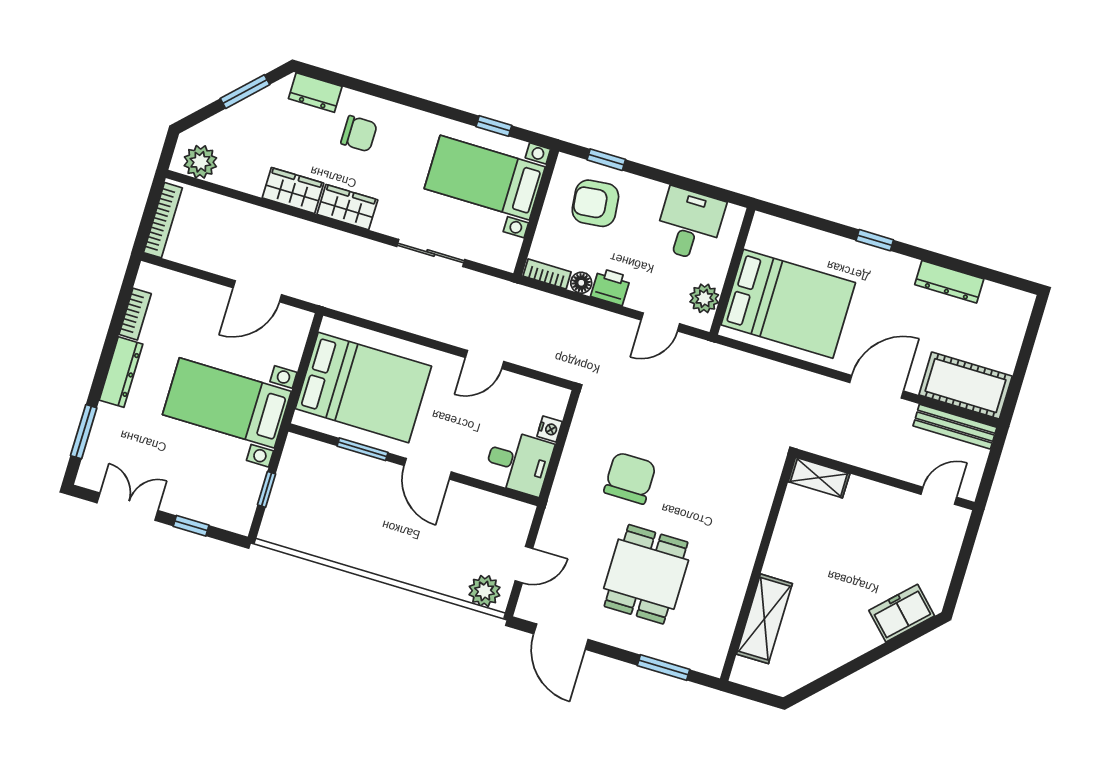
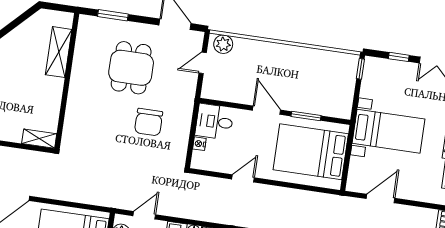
window: (267, 489) -> (360, 69), moved

